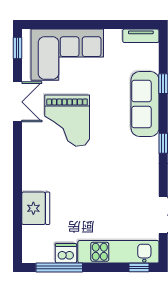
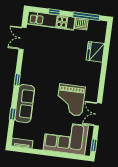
grand piano: (67, 121) -> (71, 100), turned 180
window: (139, 268) -> (54, 12), moved

